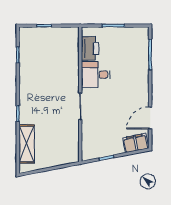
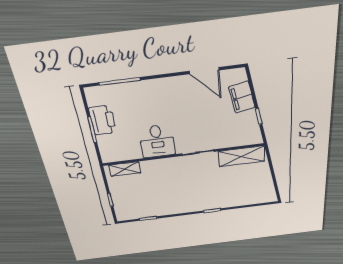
shelving: (73, 44) -> (125, 169), added
printer: (90, 49) -> (103, 120), moved, turned 90
filing cabinet: (136, 143) -> (242, 97), moved
shelving: (27, 144) -> (242, 156), moved

